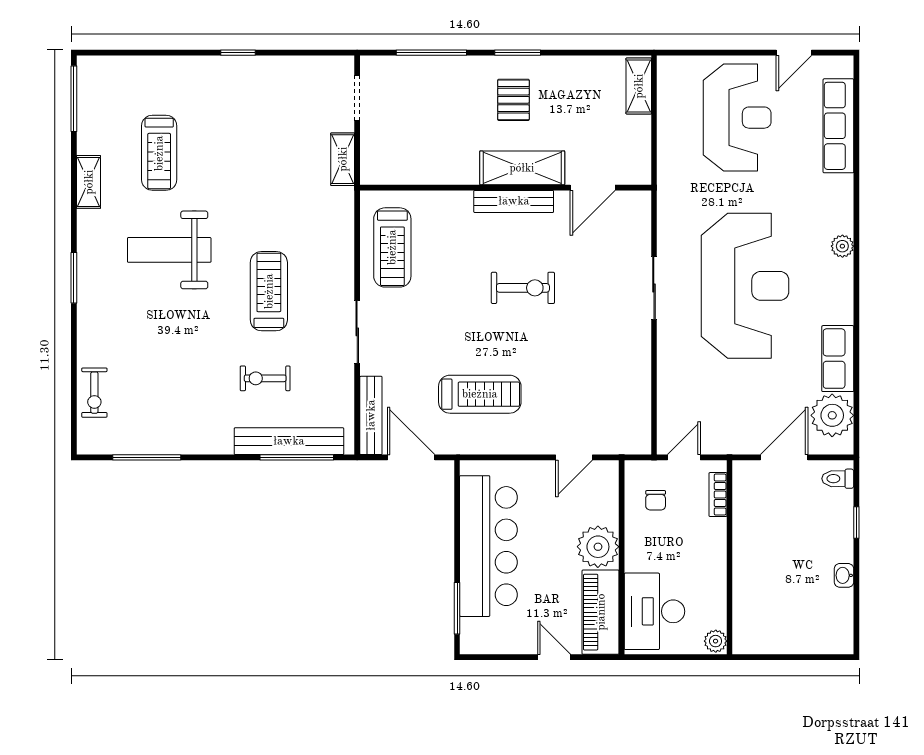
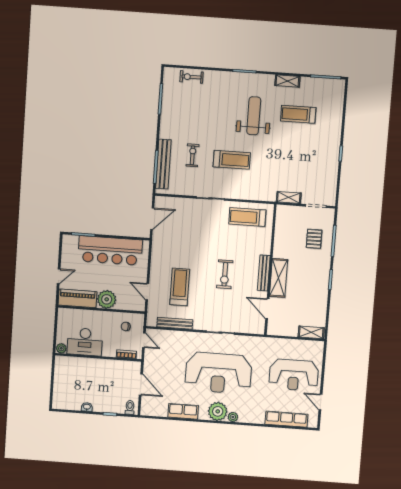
pallet: (513, 100) -> (314, 239), moved, turned 90
treadmill: (480, 394) -> (180, 287), moved, turned 180
bench: (371, 415) -> (175, 323), moved
plant: (832, 415) -> (218, 411), moved
desk: (654, 611) -> (85, 342), moved, turned 180

